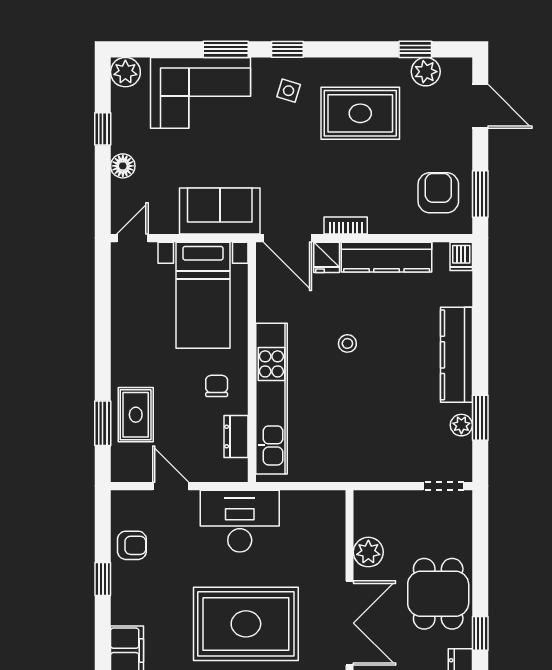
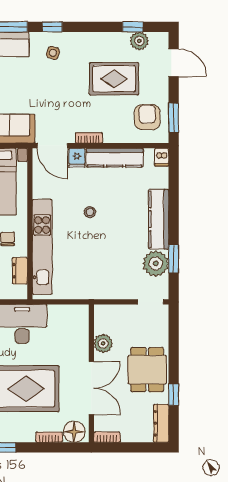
rug: (360, 113) -> (114, 79), moved
plant: (461, 425) -> (156, 263), width x1.88, depth x1.88

